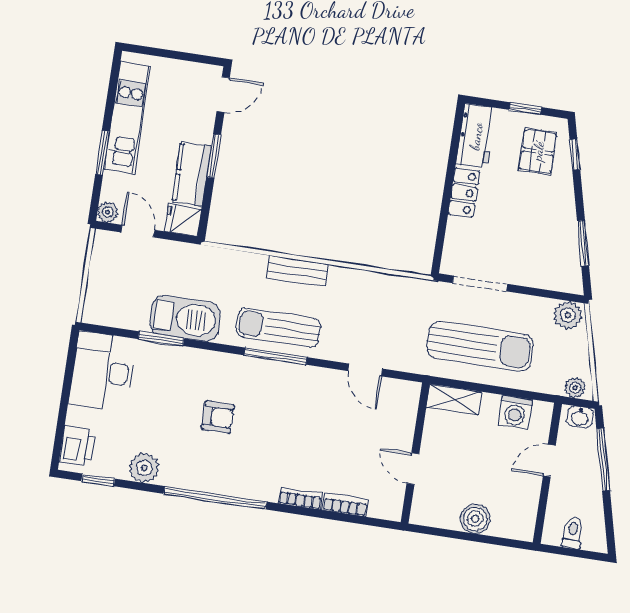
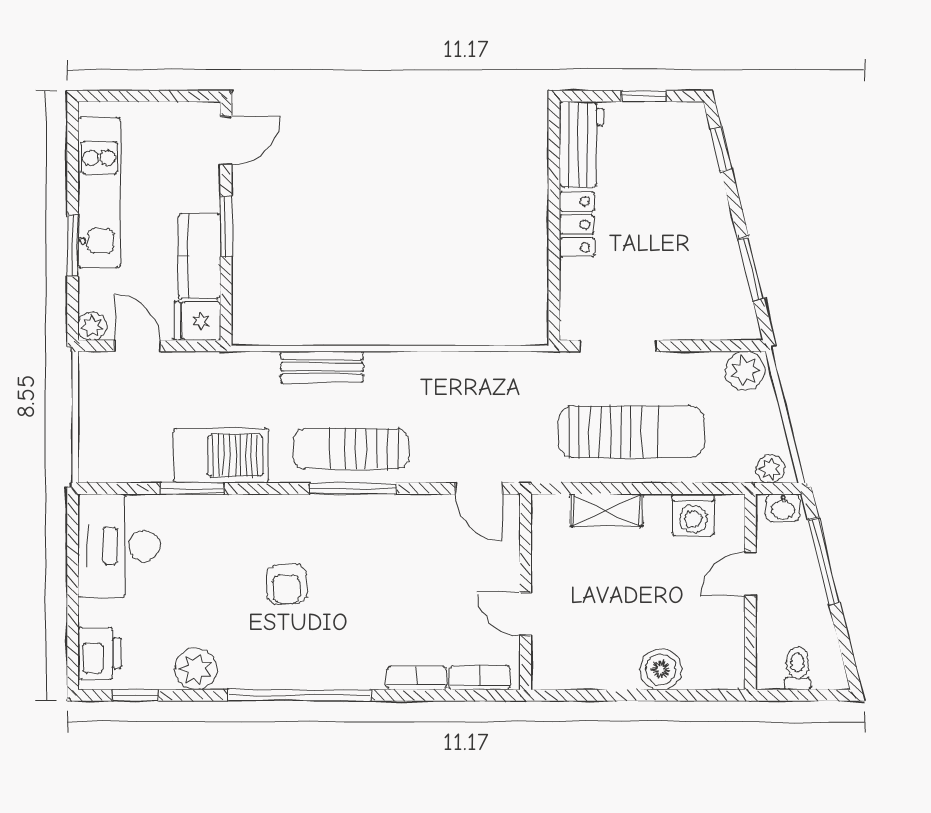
pallet: (538, 151) -> (670, 152), removed
bench: (297, 271) -> (322, 367), moved
armchair: (218, 417) -> (286, 584), turned 90
wall: (415, 453) -> (526, 592), moved
door: (413, 469) -> (526, 614), moved

